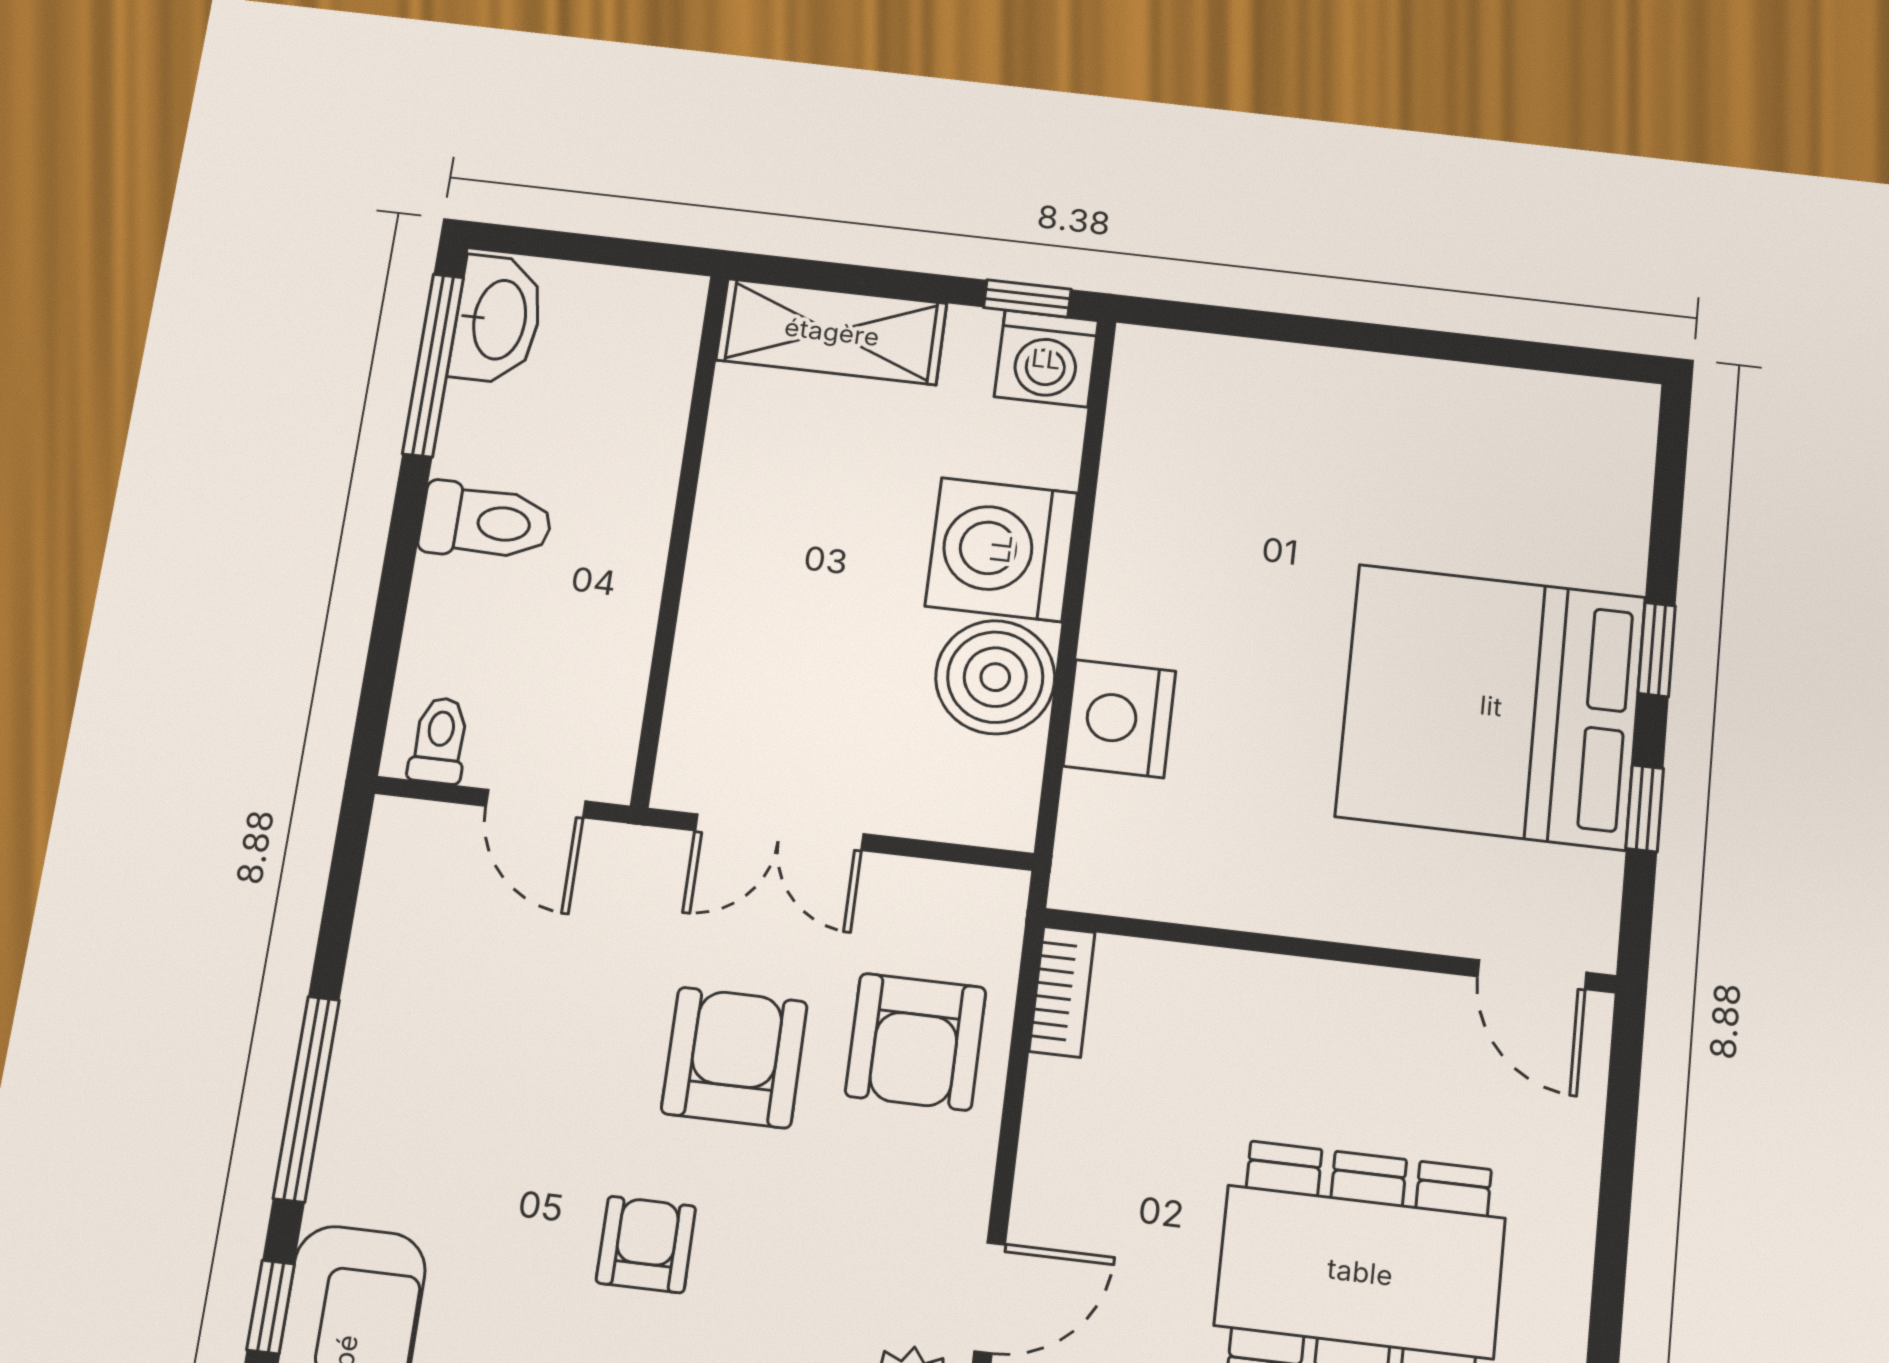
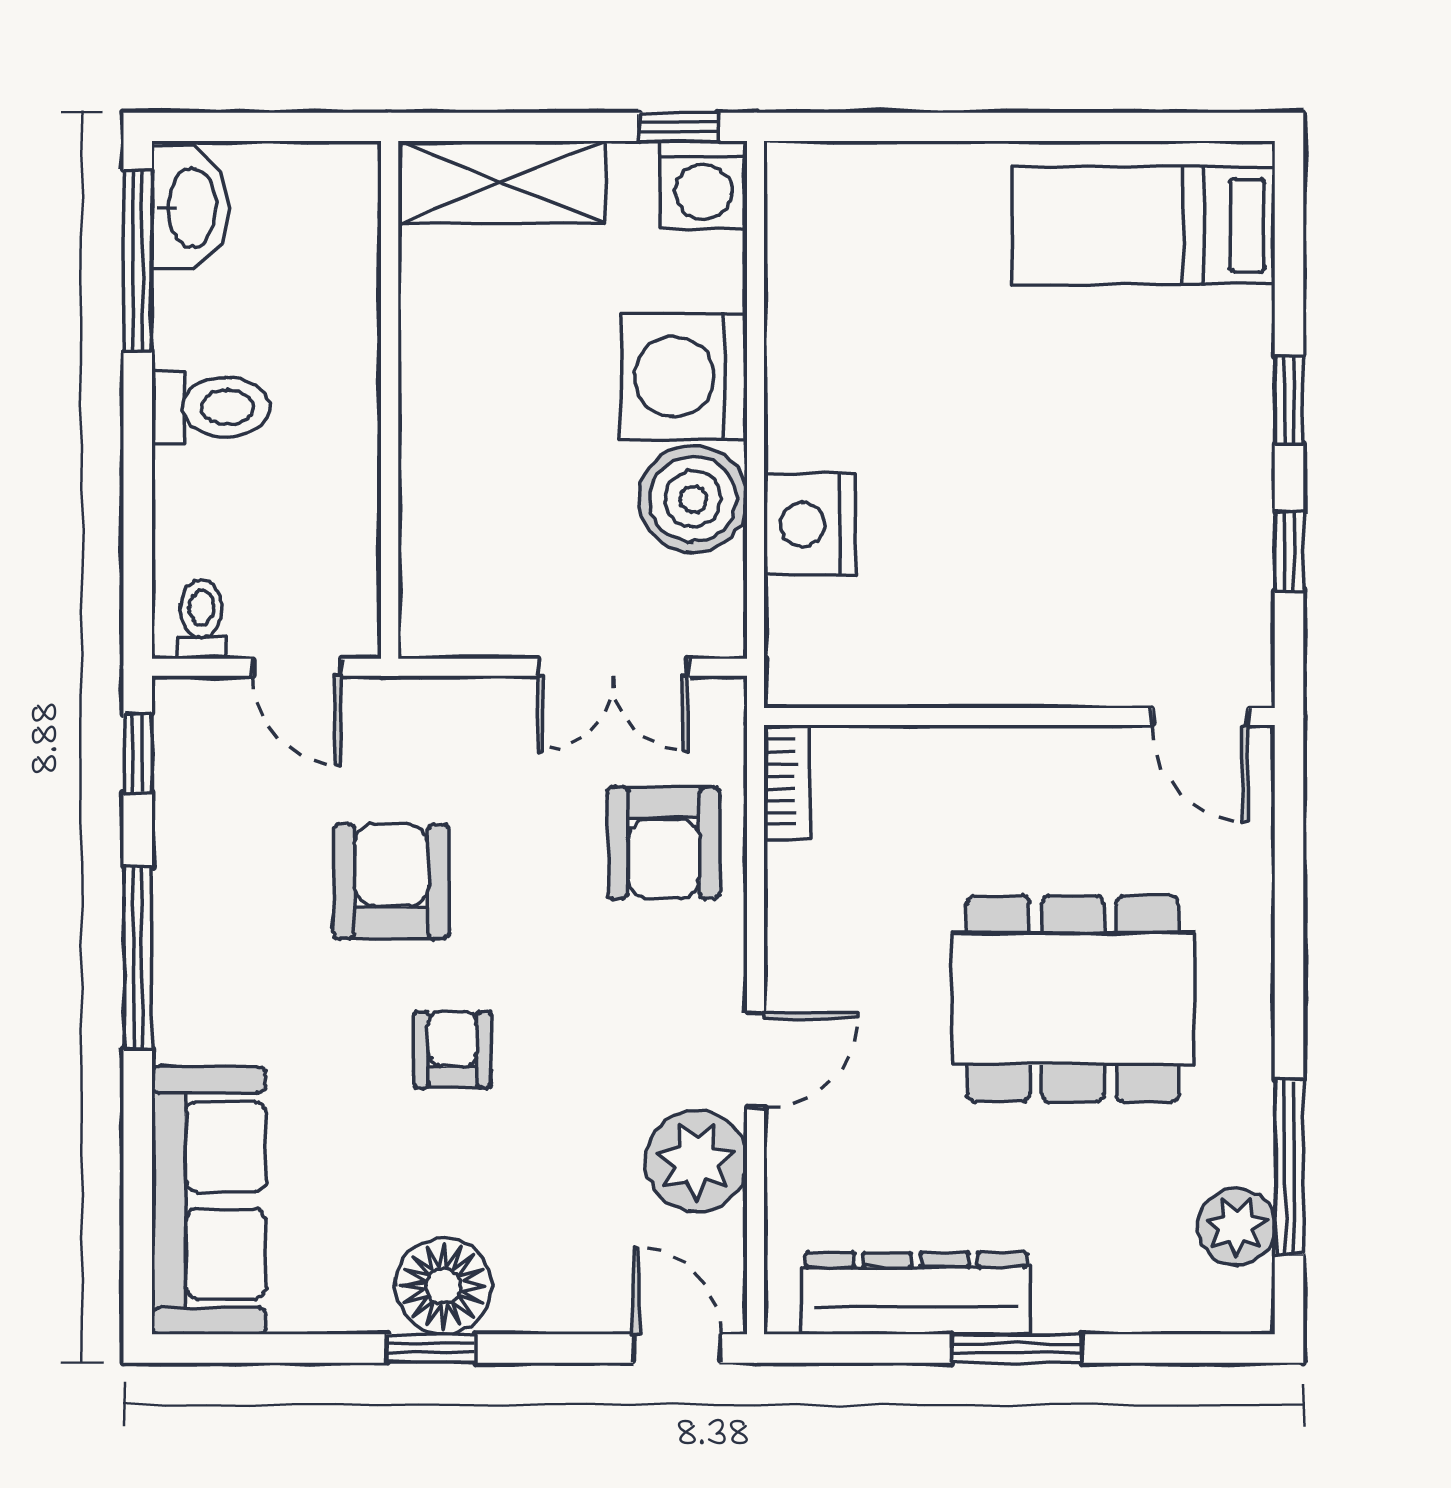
bed: (1491, 706) -> (1144, 225), moved, width x0.49
double door: (779, 832) -> (613, 667), moved
armchair: (734, 1057) -> (391, 881), moved
window: (271, 1307) -> (138, 753), moved

